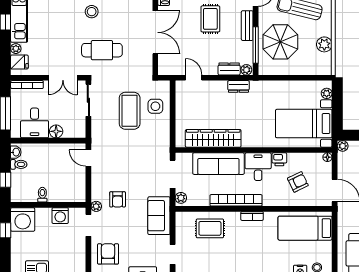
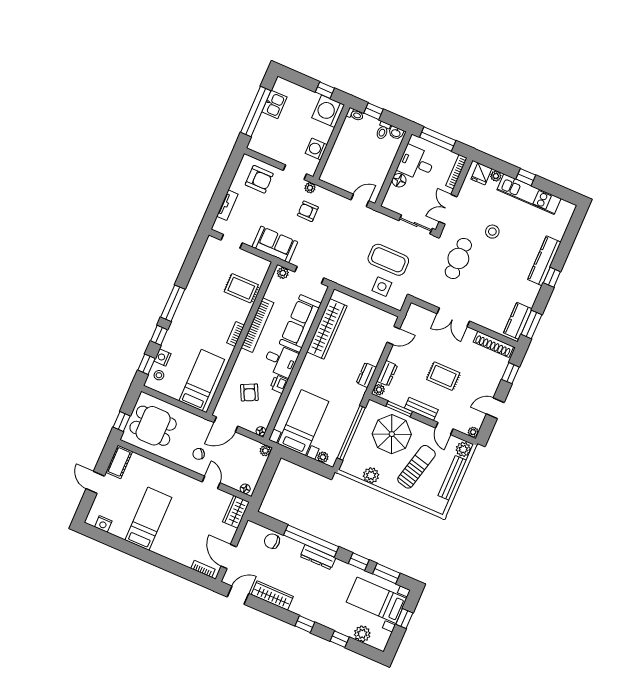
stool: (92, 12) -> (492, 232), moved
double door: (155, 32) -> (453, 317), width x0.73
window: (256, 45) -> (399, 409), width x0.69
window: (295, 78) -> (351, 433), added
toilet: (42, 195) -> (355, 115), moved
rug: (210, 228) -> (241, 288), turned 90

